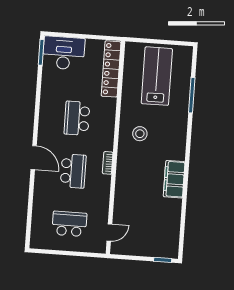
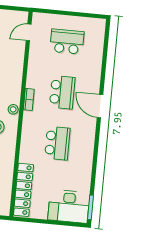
stool: (124, 152) -> (13, 109), added
school desk: (73, 171) -> (62, 92), turned 180
school desk: (69, 224) -> (67, 42), turned 180

